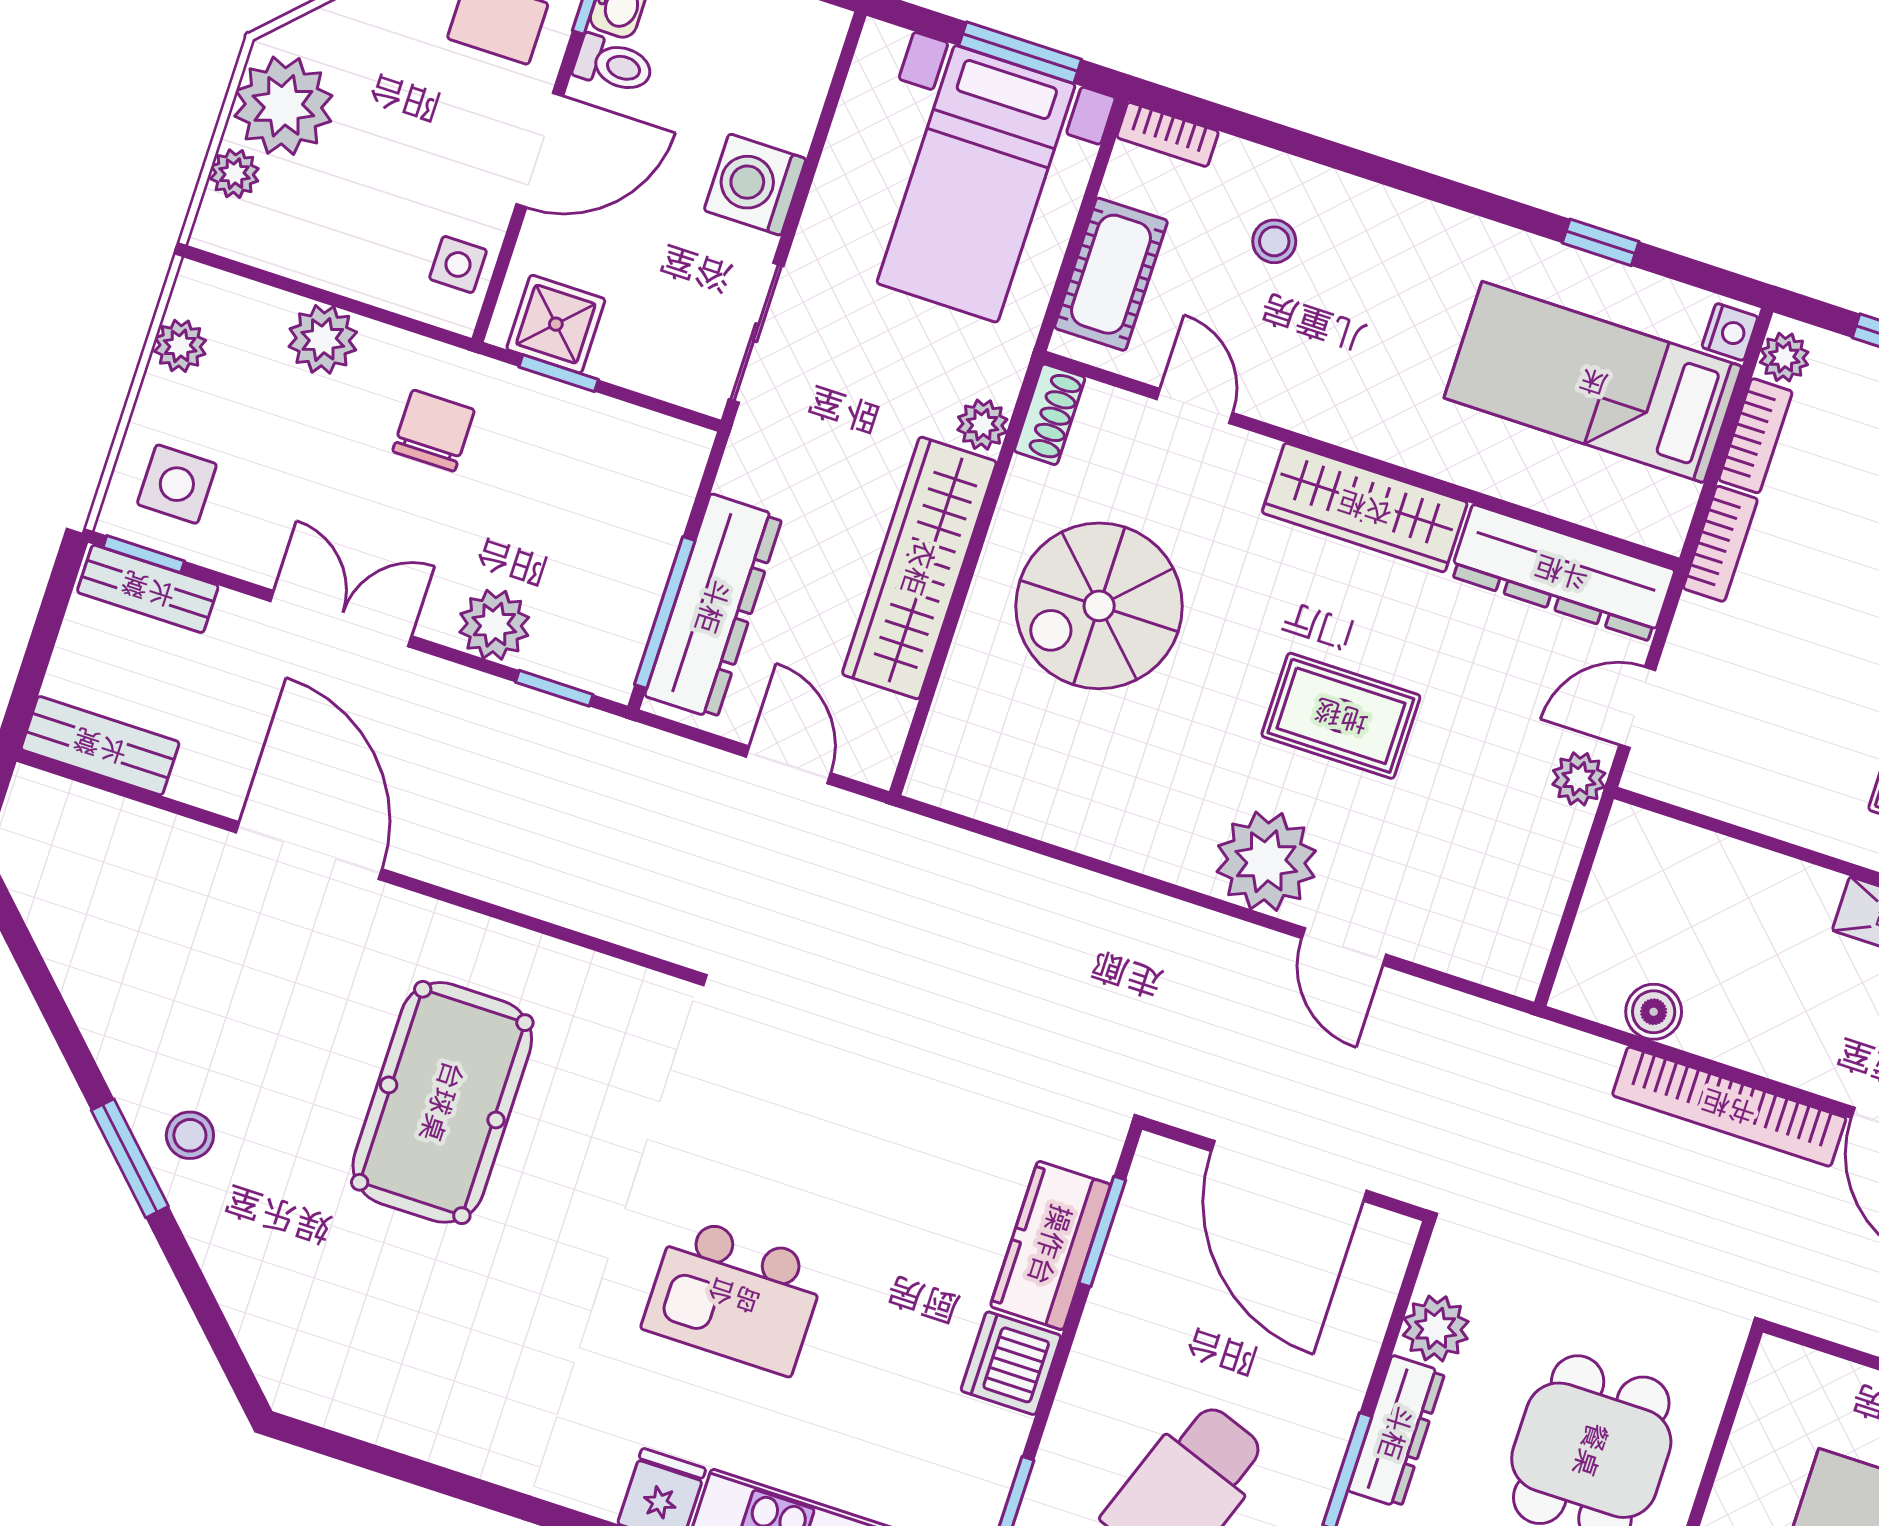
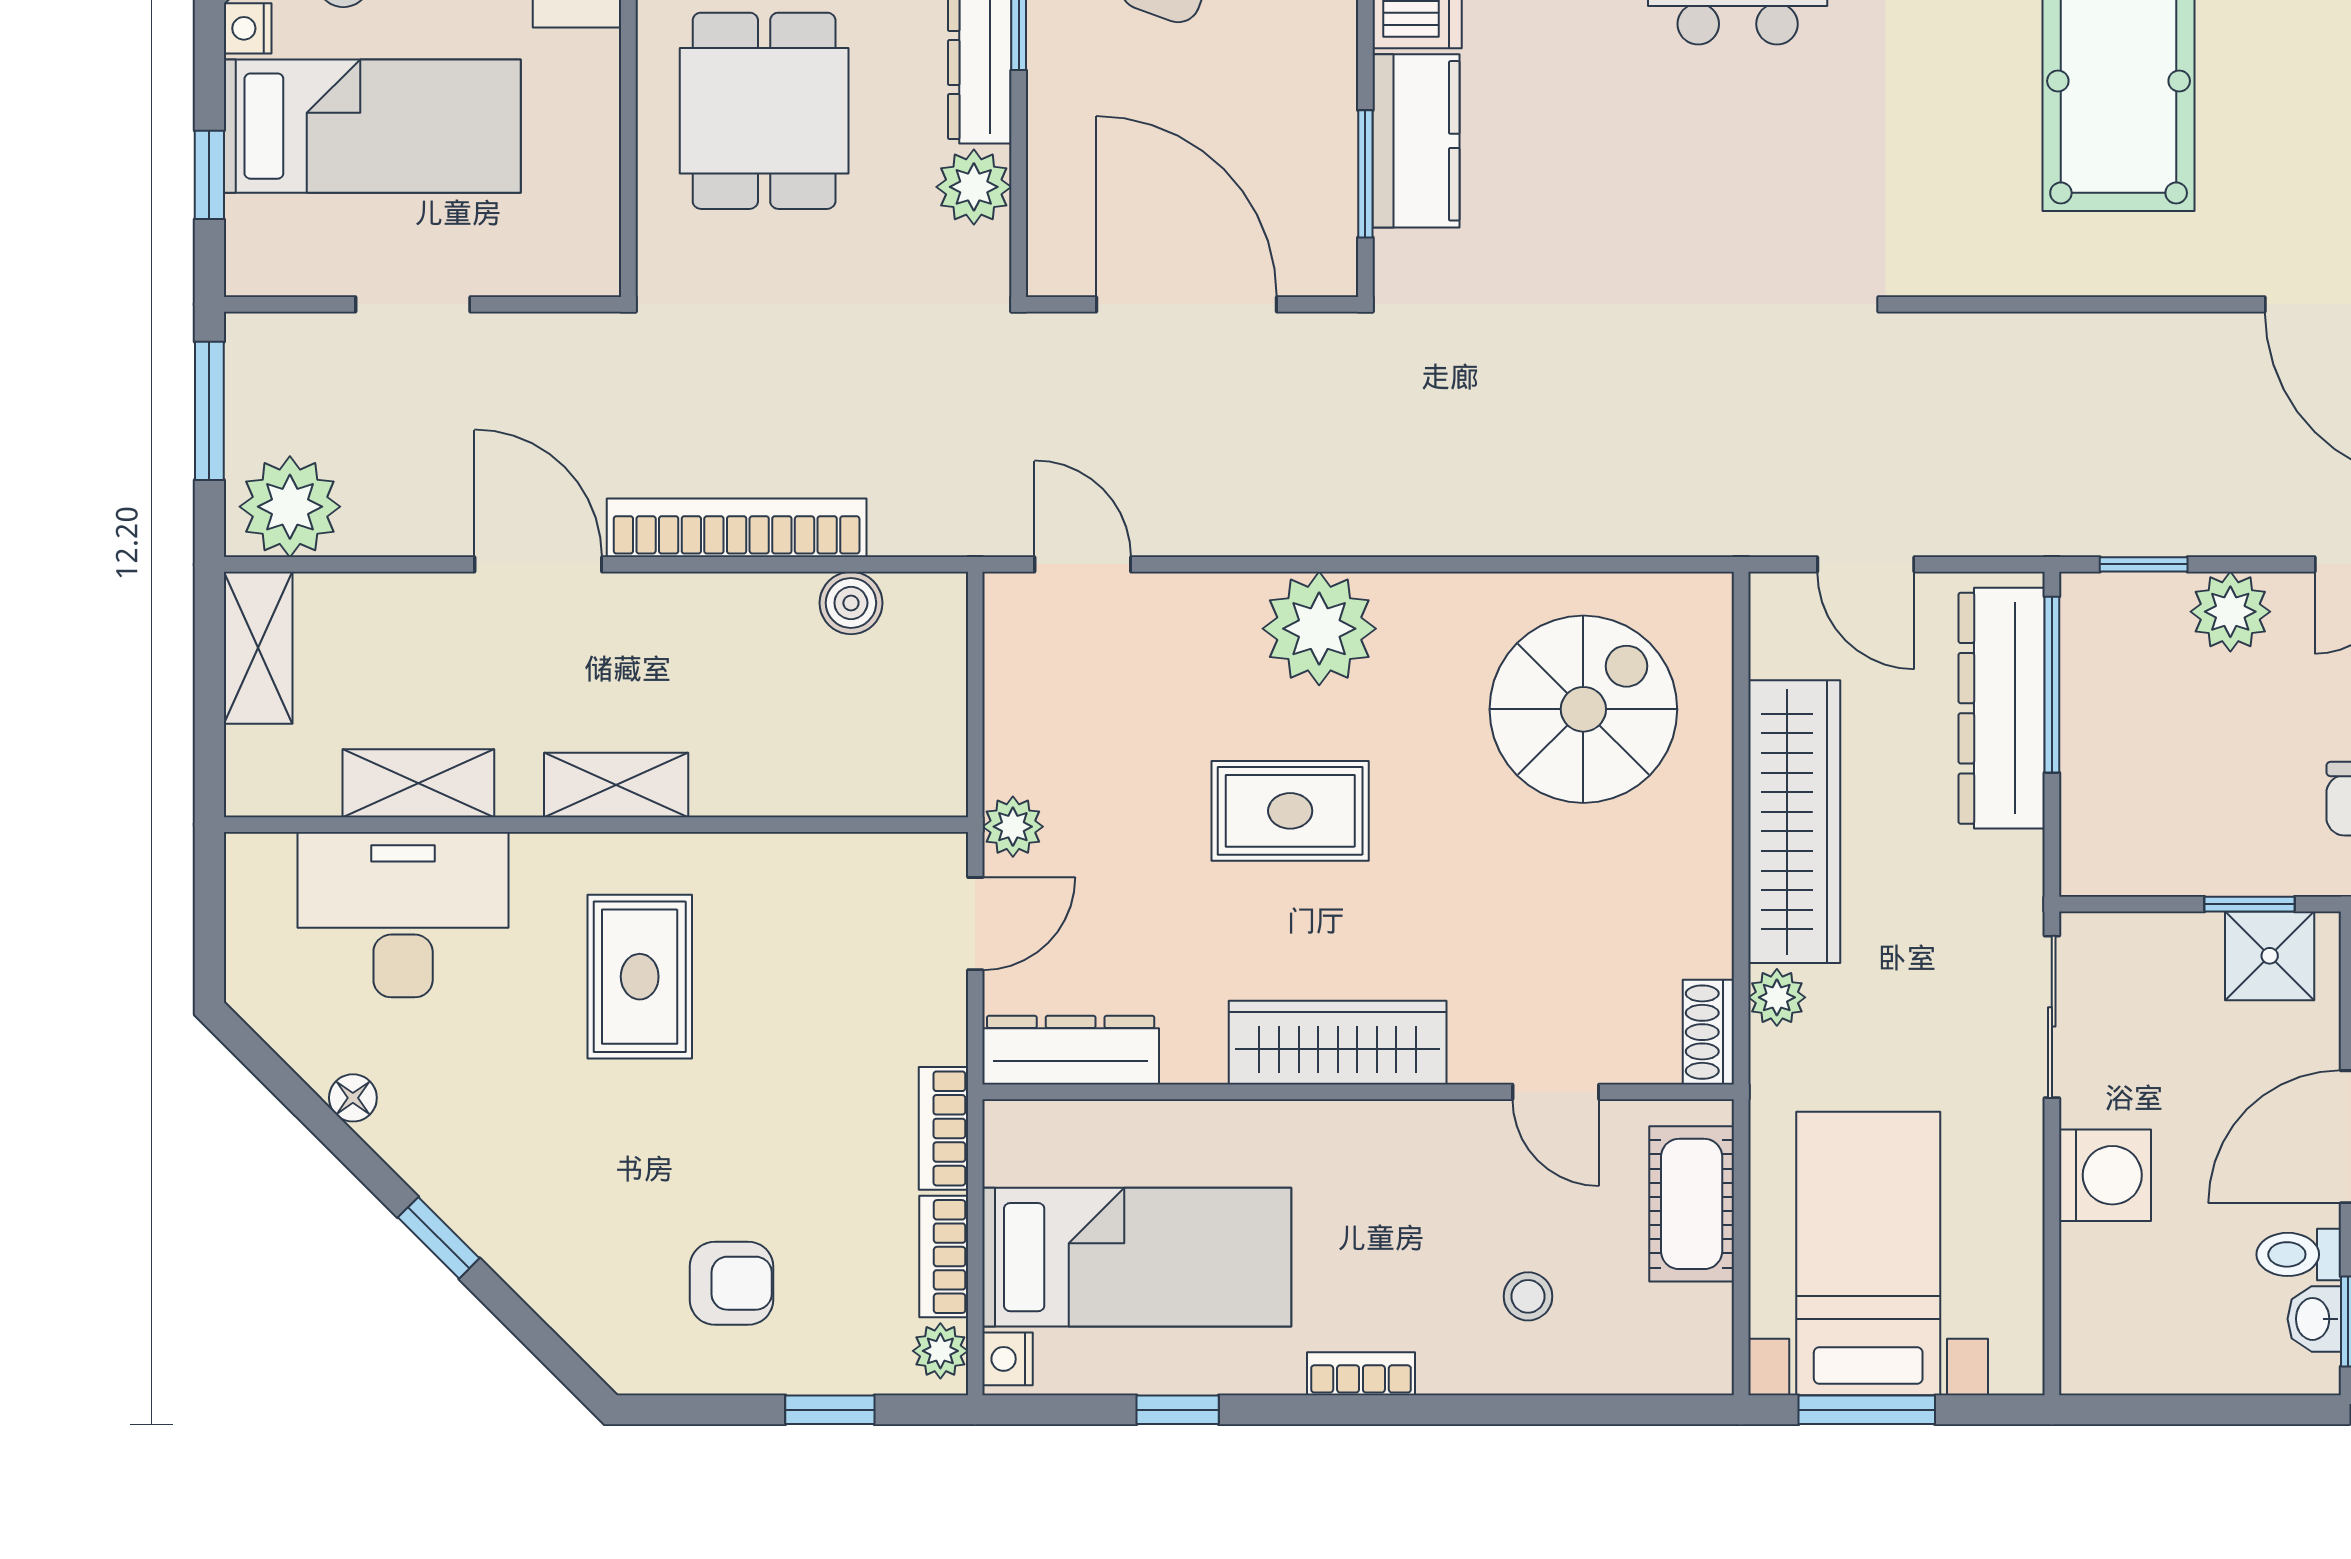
bookcase: (1168, 134) -> (1361, 1374), moved
dresser: (1562, 573) -> (1071, 1050), width x0.73, depth x0.80
spiral stairs: (1099, 606) -> (1583, 709), moved
door: (1344, 946) -> (1083, 564), moved

